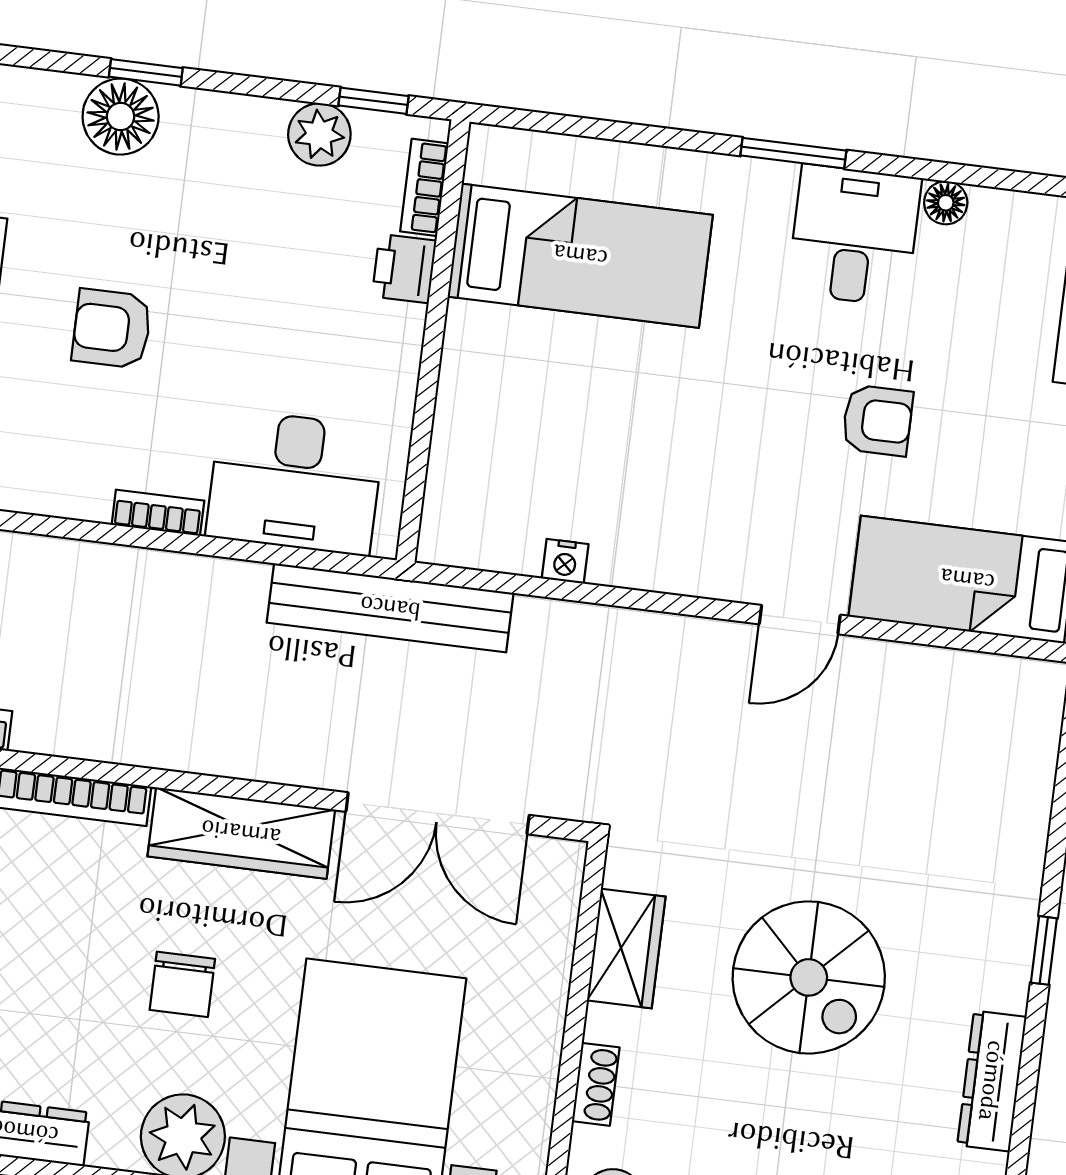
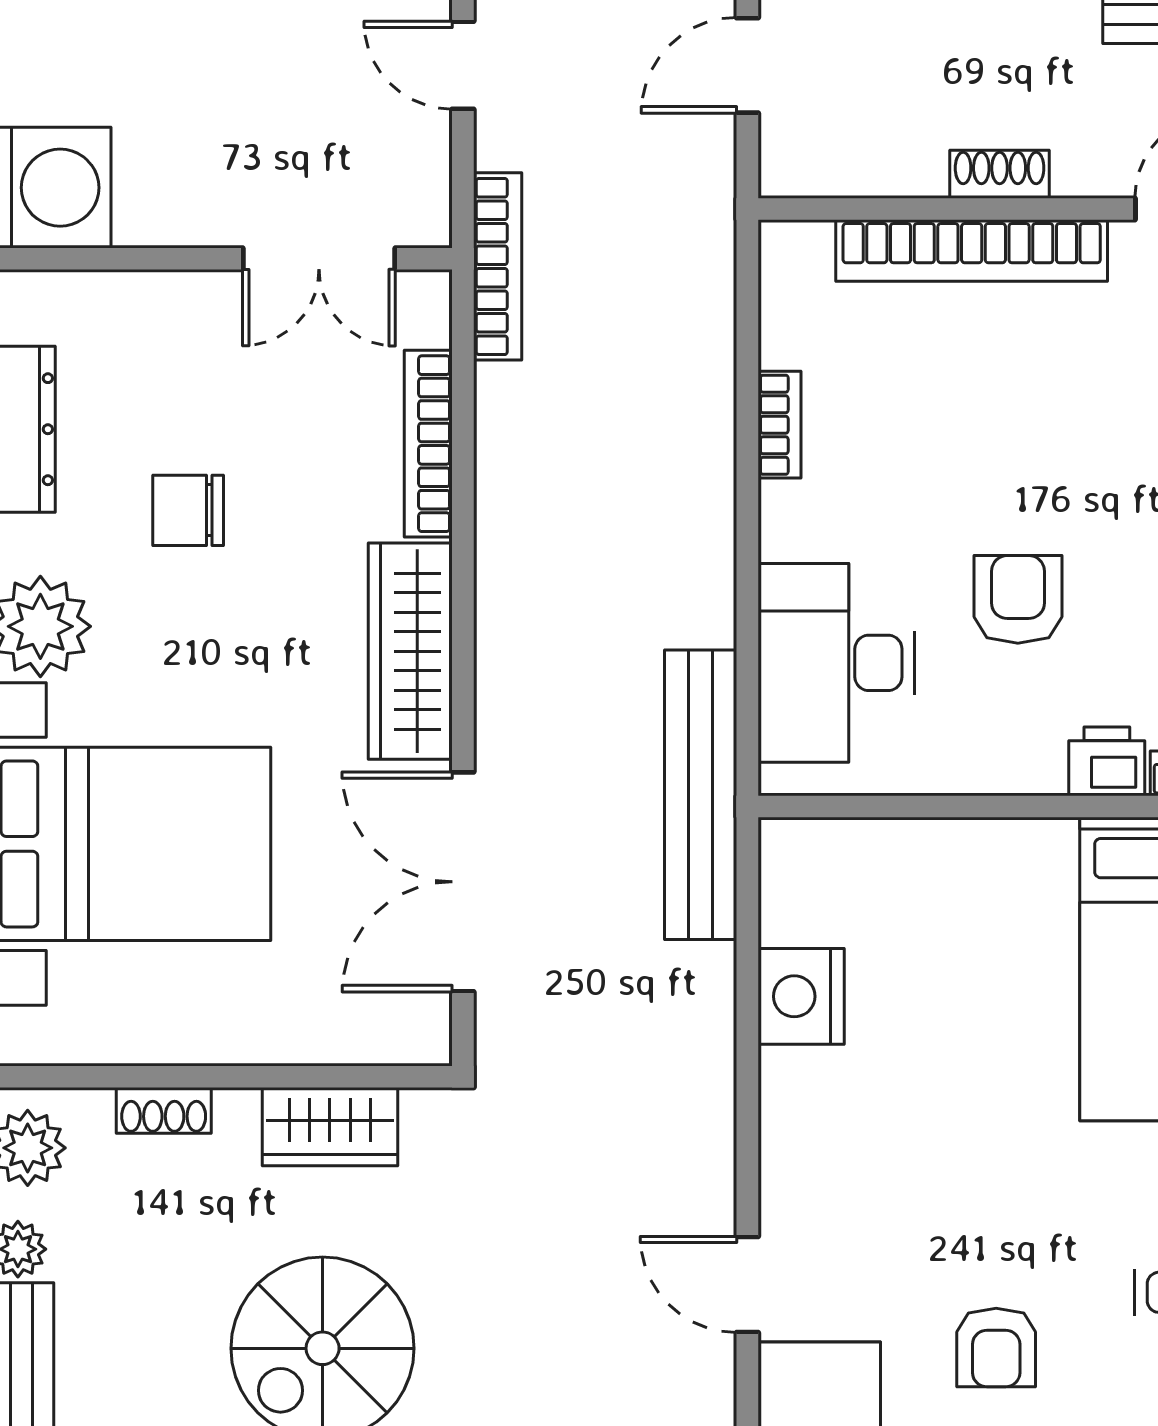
armchair: (112, 329) -> (1018, 599), moved
bookcase: (158, 513) -> (779, 425), moved
nightstand: (565, 561) -> (801, 996), width x1.89, depth x1.79
chair: (182, 984) -> (188, 510), moved

